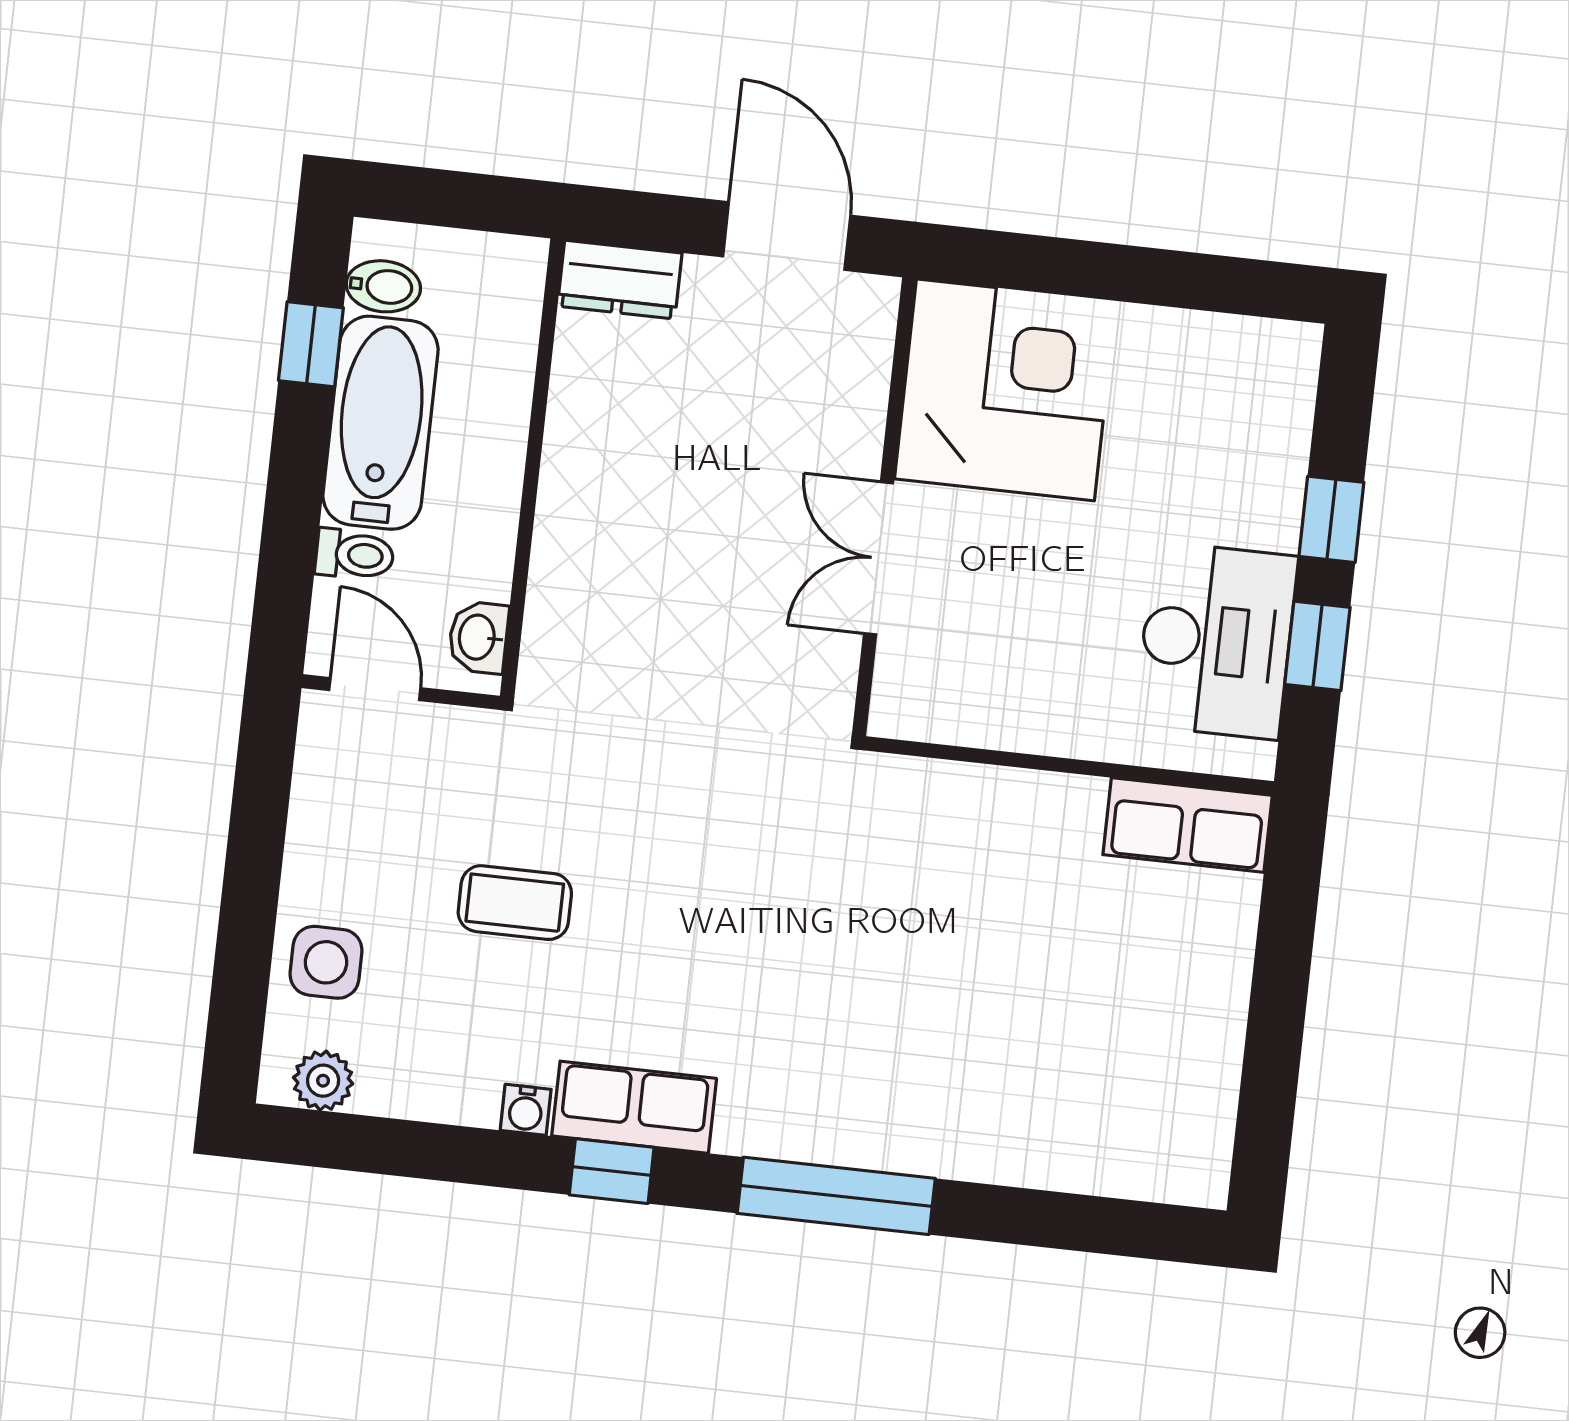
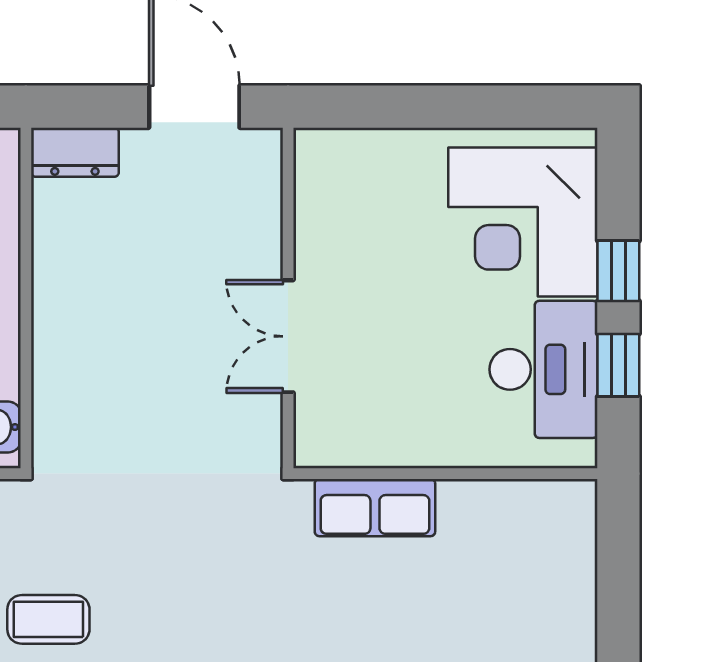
corner desk: (1005, 390) -> (523, 222), moved, turned 180
row of seats: (1188, 825) -> (375, 508), moved

